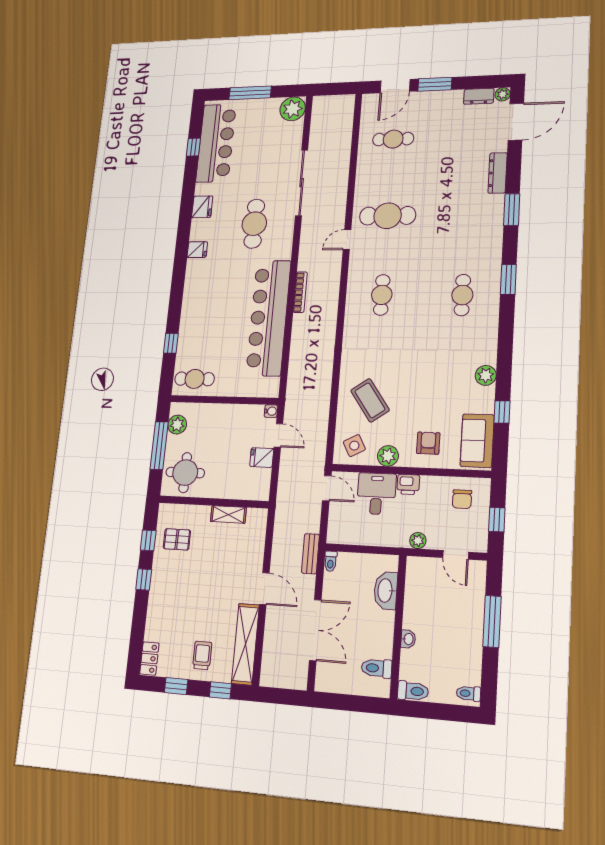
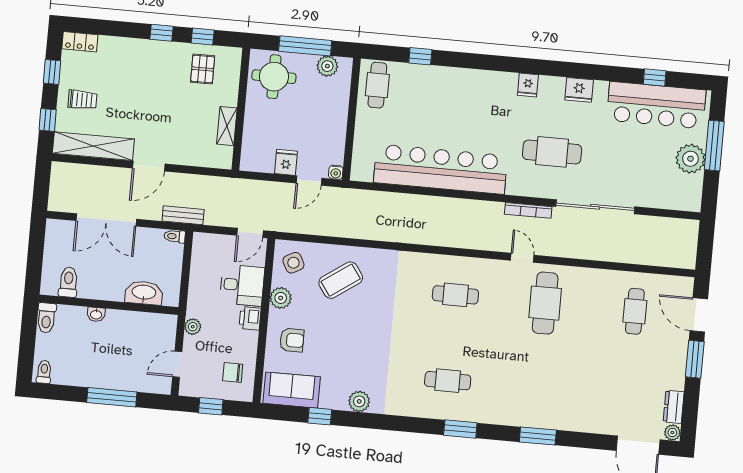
plant: (293, 109) -> (690, 159), moved
dresser: (498, 173) -> (581, 423), removed
bookcase: (300, 292) -> (528, 210), moved

